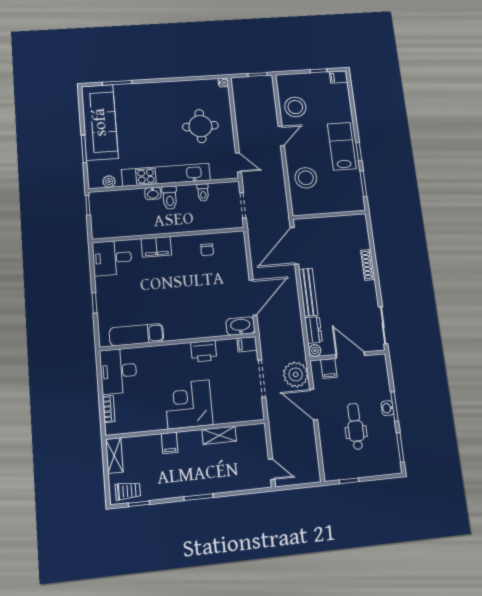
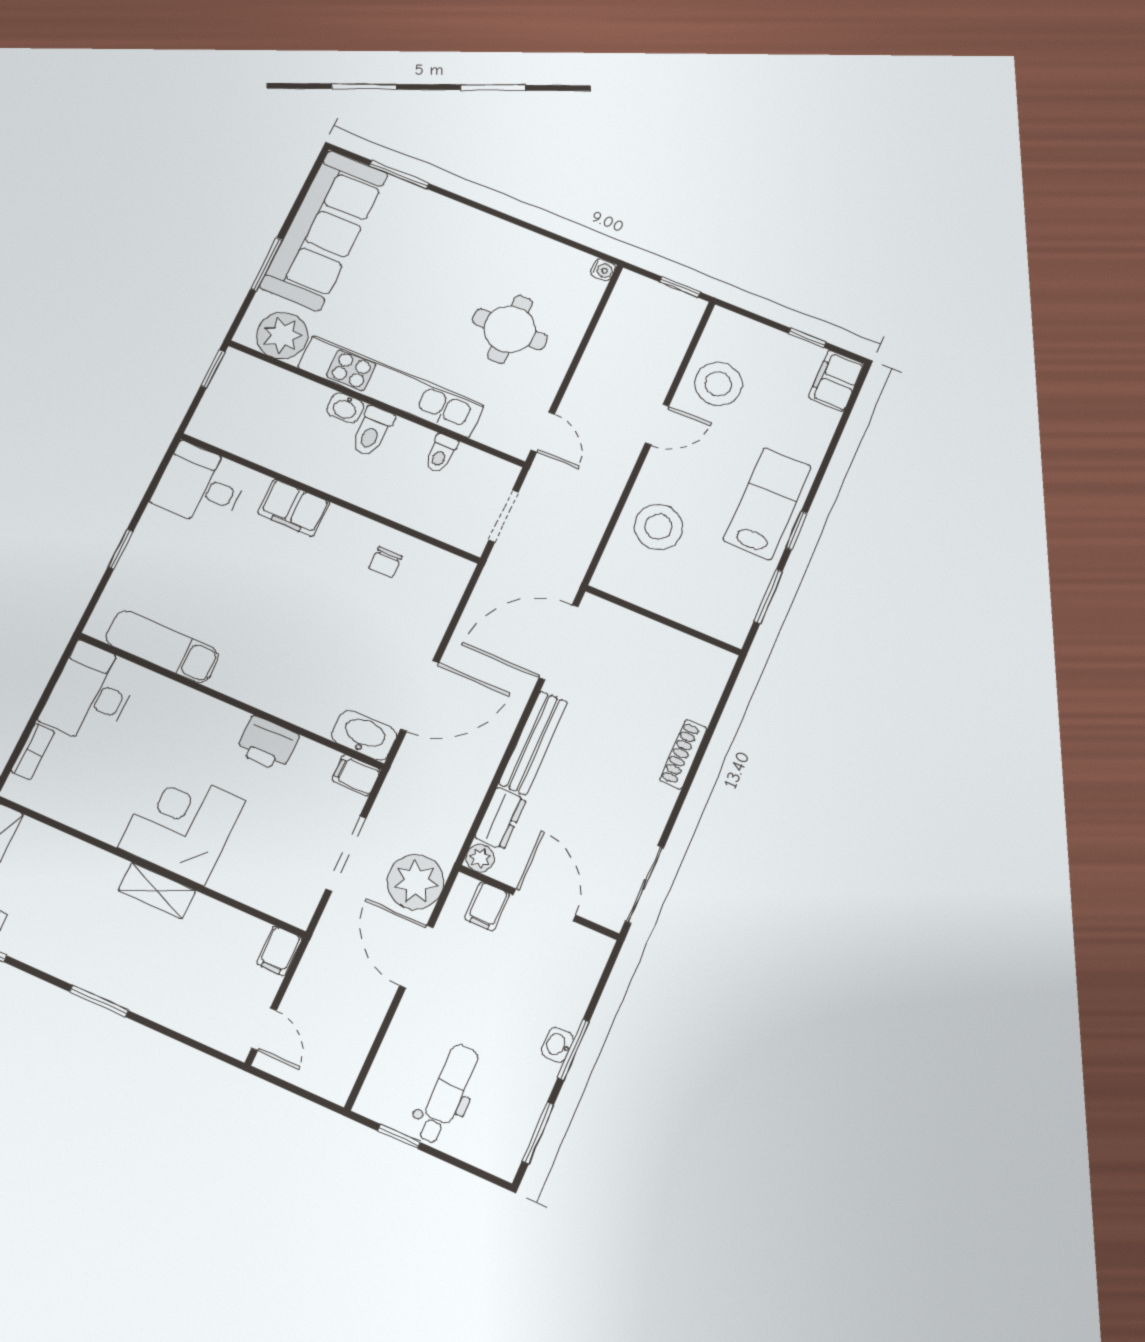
filing cabinet: (338, 77) -> (836, 381), width x2.00
plant: (109, 181) -> (282, 336), width x1.88, depth x1.88
dental chair: (355, 426) -> (447, 1094), moved
shelving: (219, 435) -> (157, 891), moved
filing cabinet: (170, 443) -> (279, 951), moved

